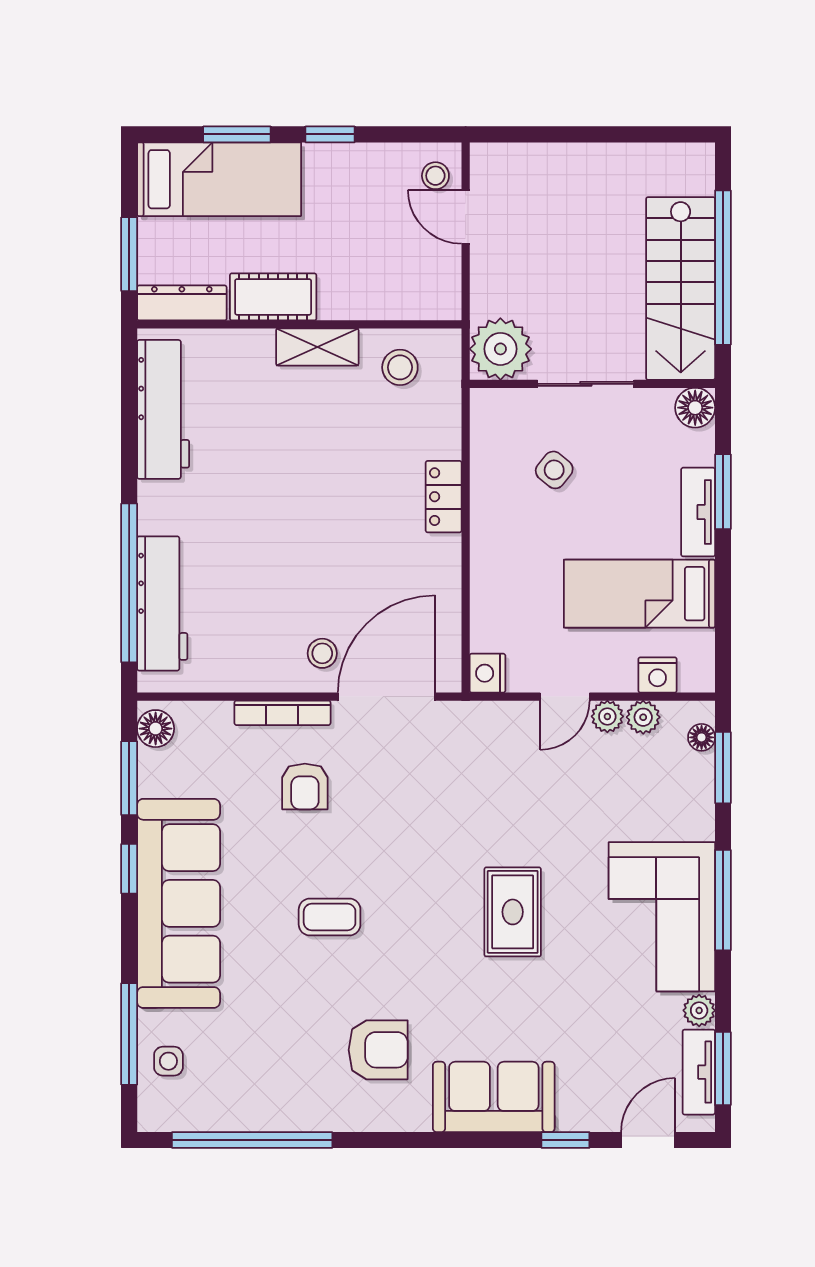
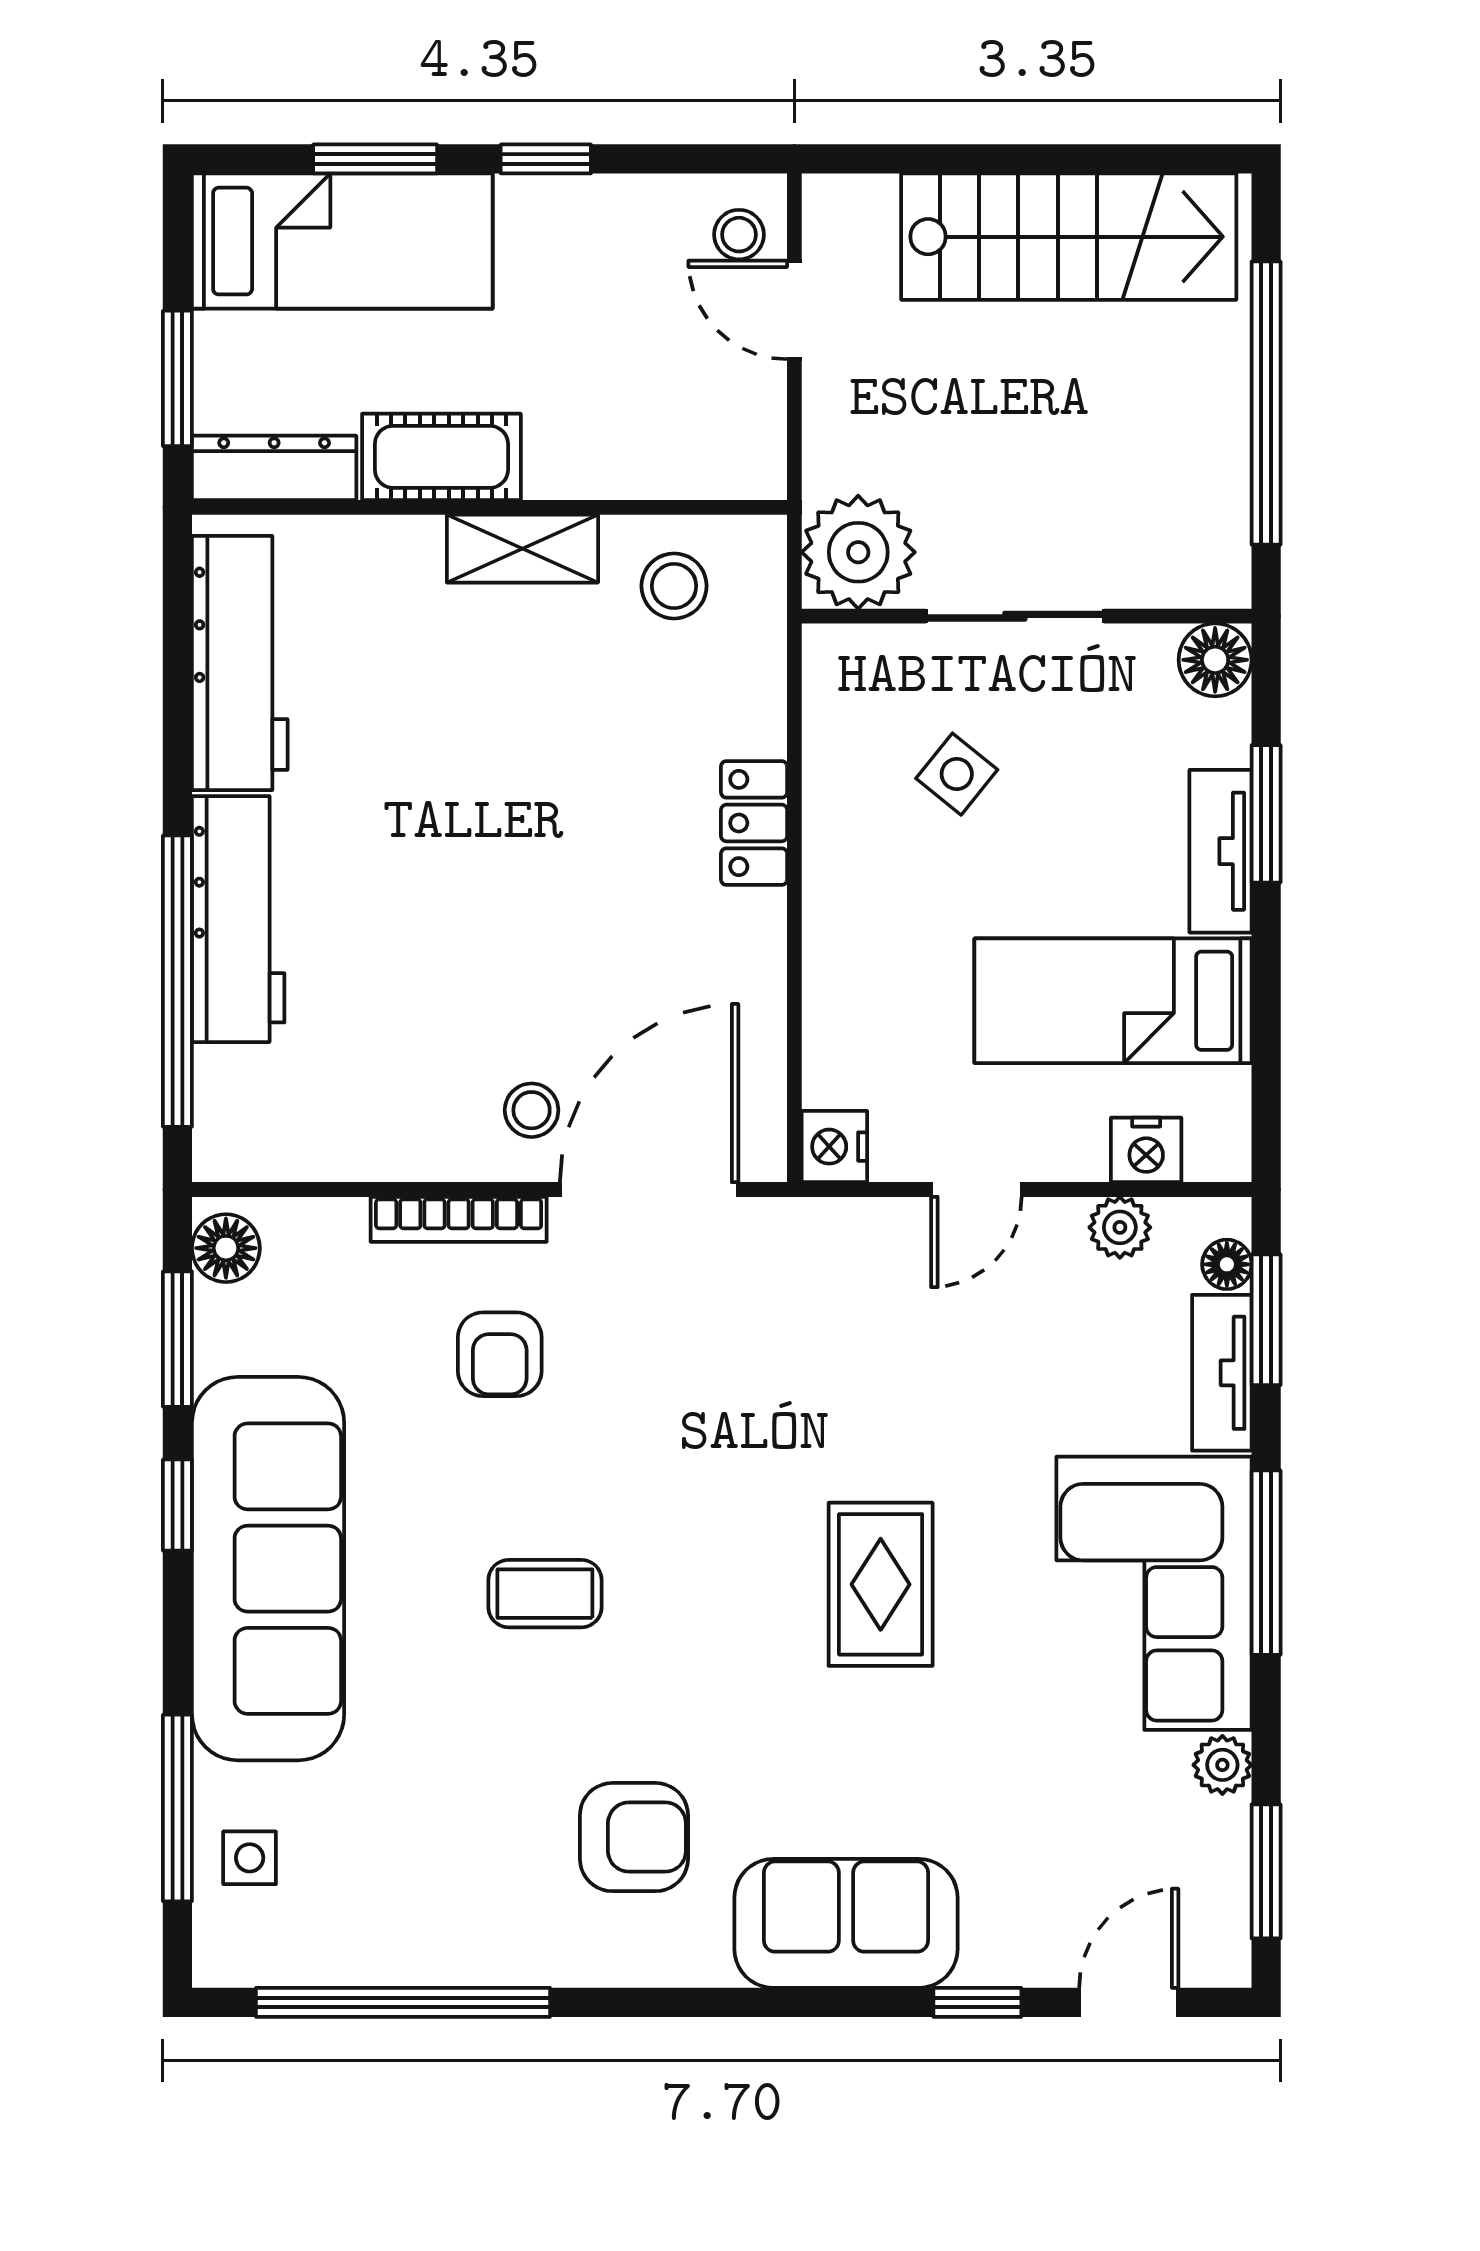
stairs: (681, 288) -> (1069, 237), moved, turned -90
workbench: (162, 603) -> (238, 919), moved
plant: (607, 716) -> (1054, 1226), removed
tv unit: (699, 1072) -> (1222, 1373), moved

